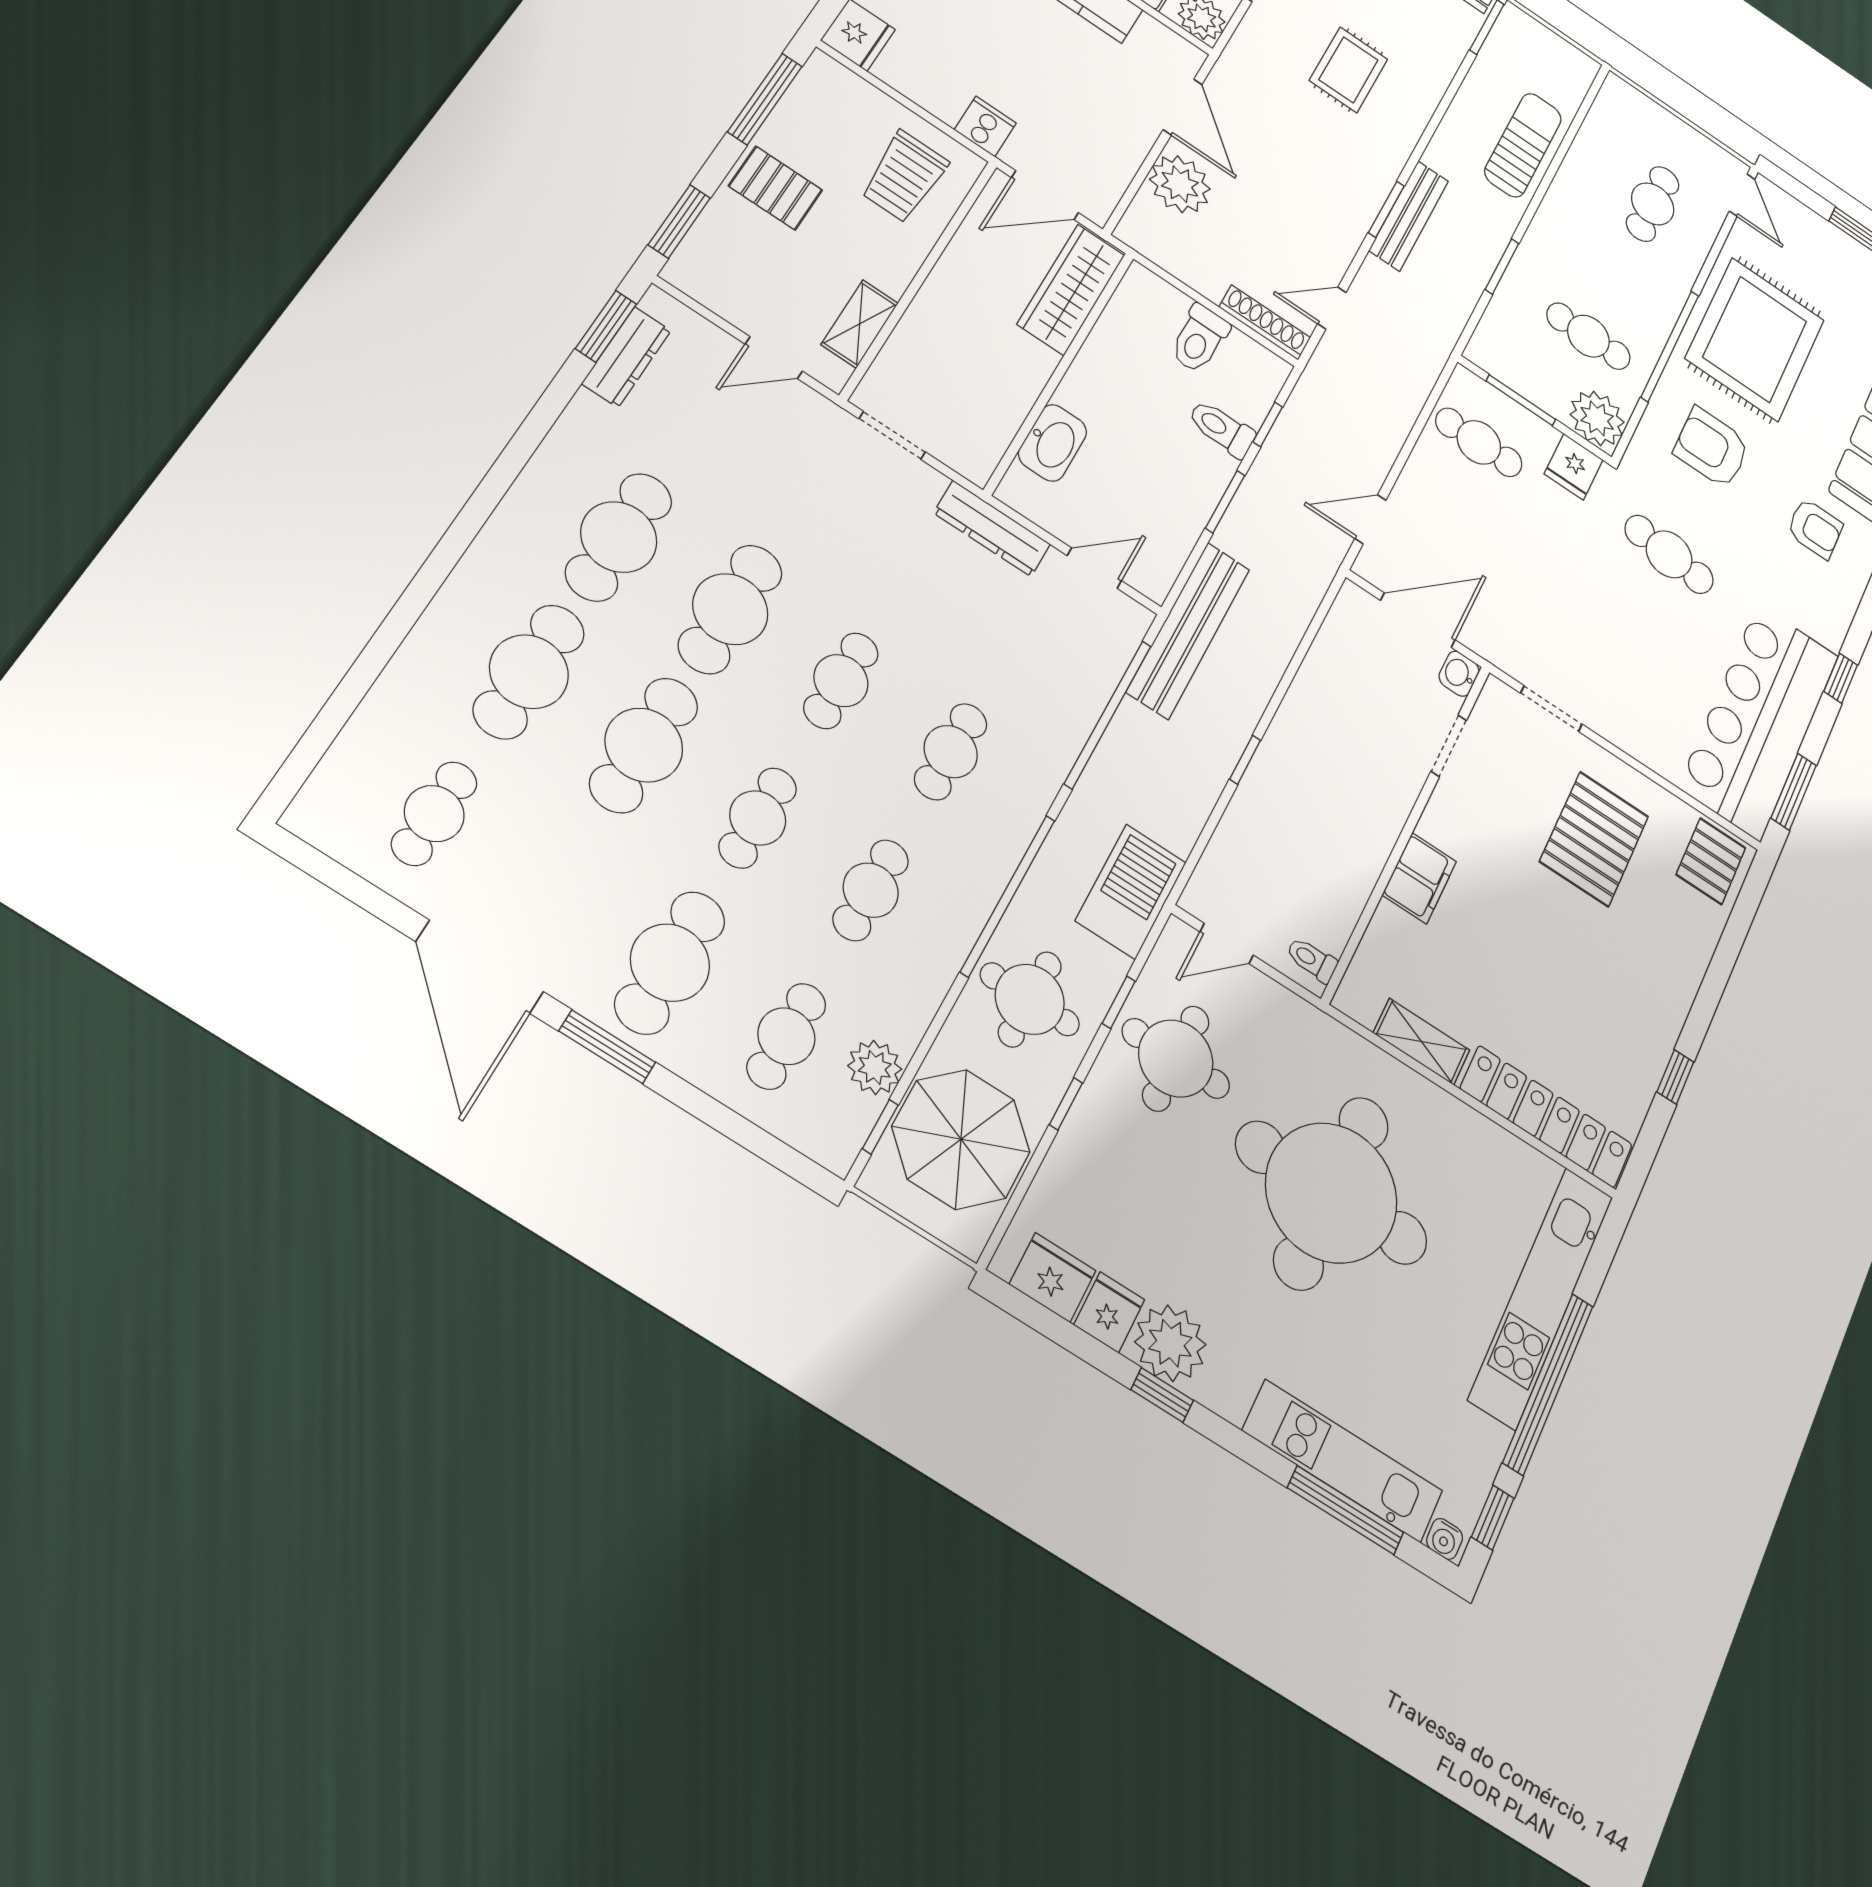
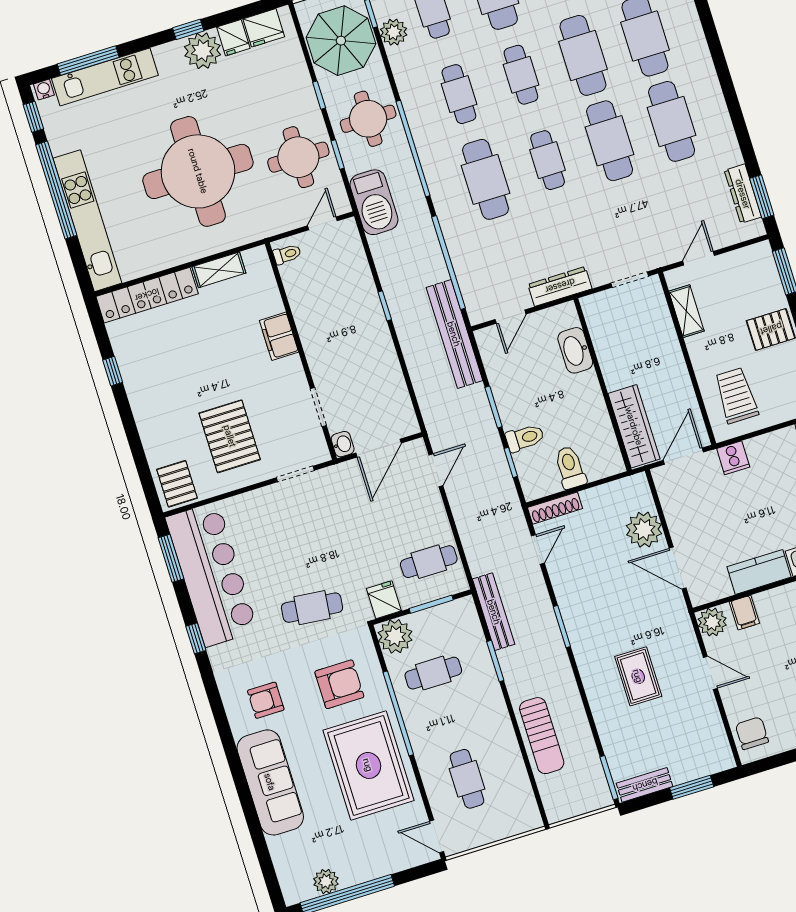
bench: (1409, 216) -> (494, 612), moved
cafe table: (951, 752) -> (486, 179), width x1.37, depth x1.35

